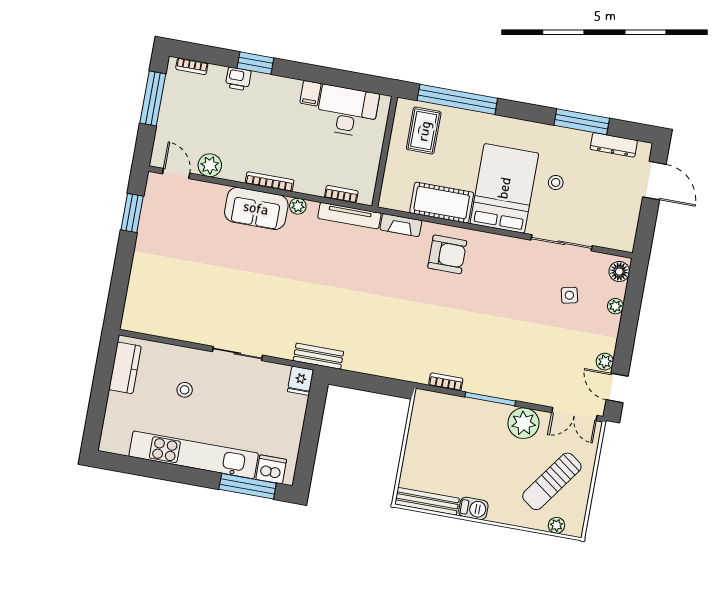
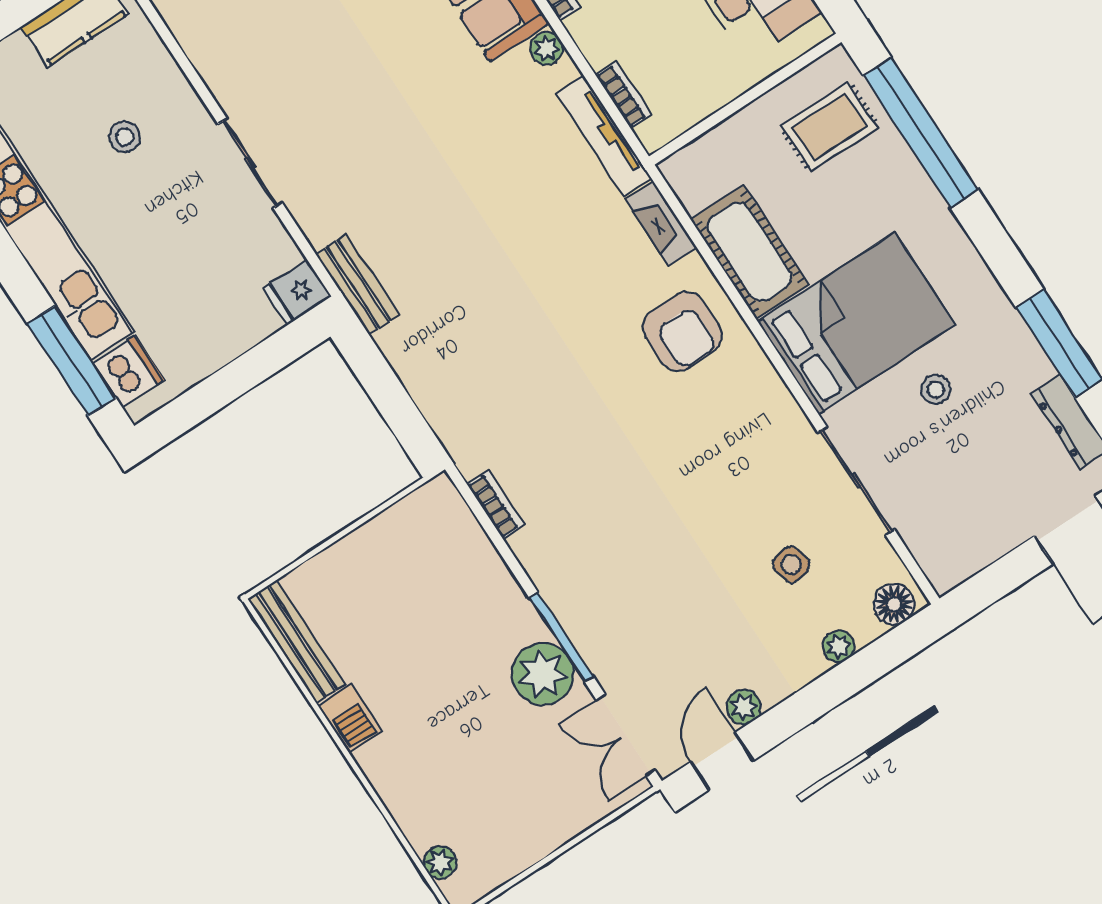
window: (490, 399) -> (561, 637), moved
sun lounger: (552, 481) -> (497, 795), removed

